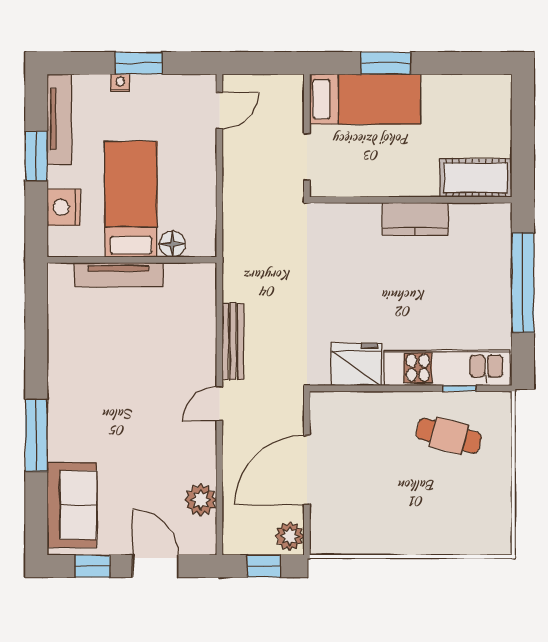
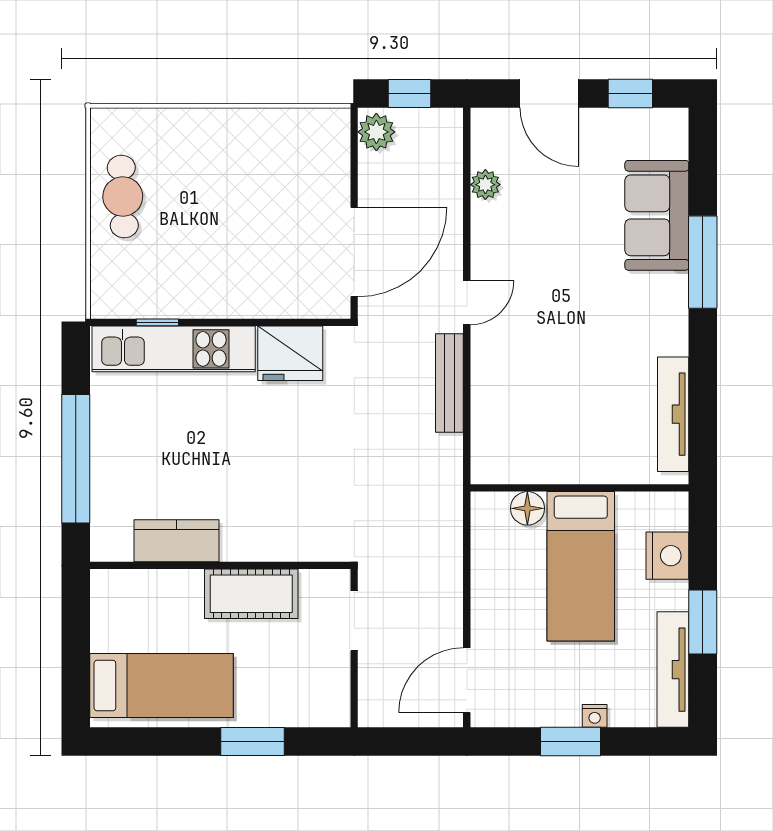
bed: (365, 99) -> (161, 685), moved, turned 180
door: (219, 111) -> (467, 680), width x1.38
cot: (476, 178) -> (251, 594), moved
kitchen counter: (415, 219) -> (176, 541), moved
tv unit: (119, 275) -> (673, 414), moved, turned -90
cafe table: (449, 436) -> (123, 196), moved, turned 72
door: (307, 470) -> (354, 252), moved
plant: (201, 500) -> (485, 185), width x0.73, depth x0.73
sofa: (72, 505) -> (657, 215), moved

